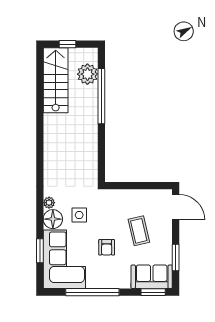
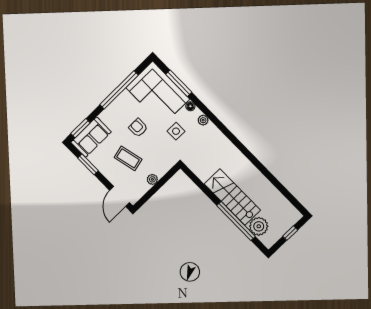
stairs: (56, 80) -> (232, 197), moved, turned 180
plant: (136, 195) -> (152, 179), added
door: (176, 207) -> (120, 196), hinge flipped
floor lamp: (53, 219) -> (190, 106), width x0.53, depth x0.53
window: (40, 251) -> (179, 83), width x1.44

